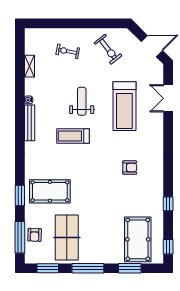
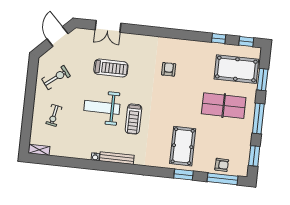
shelving: (29, 66) -> (39, 150), moved
weight bench: (82, 101) -> (102, 107), width x1.36, depth x1.33
treadmill: (124, 106) -> (111, 68), width x0.73, depth x0.73
window: (168, 204) -> (219, 39), moved
table tennis table: (67, 238) -> (224, 106), moved

